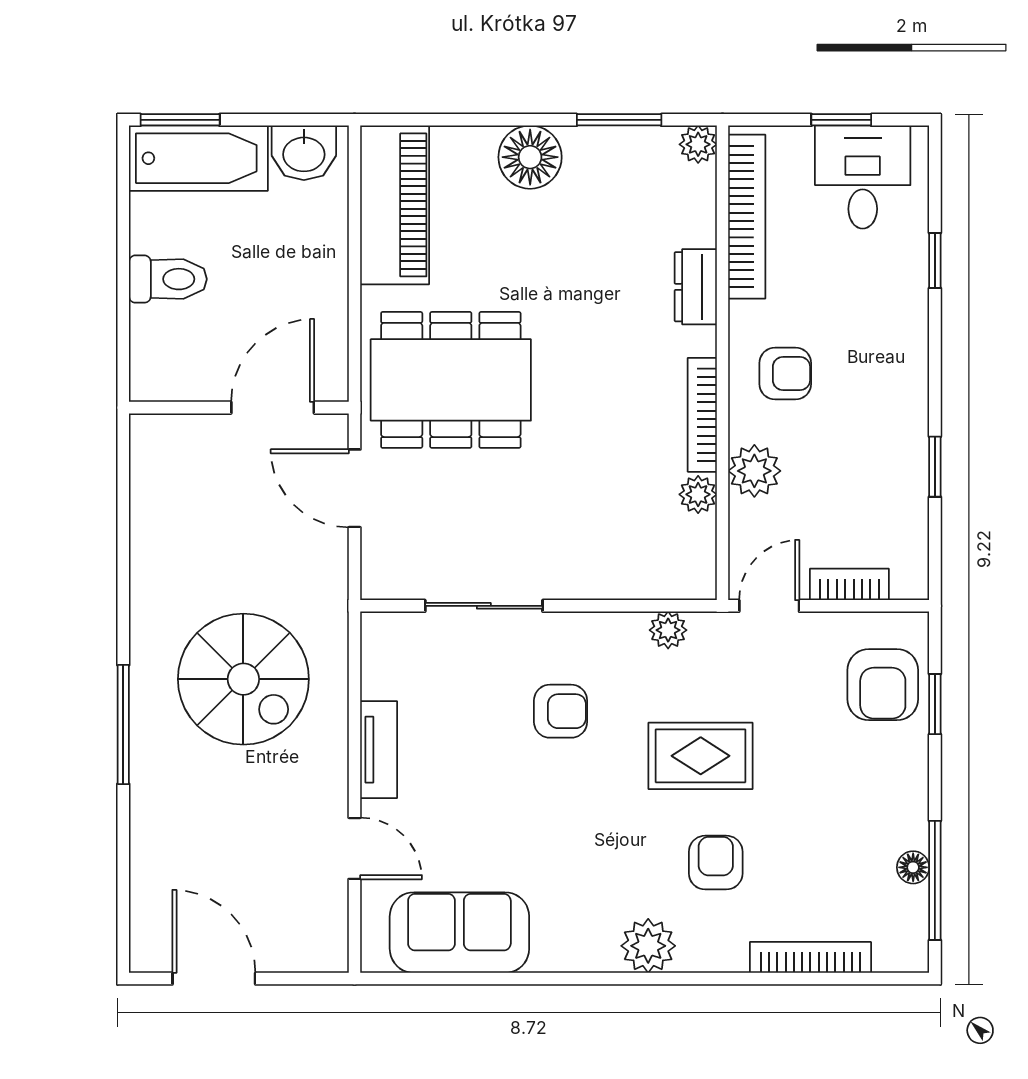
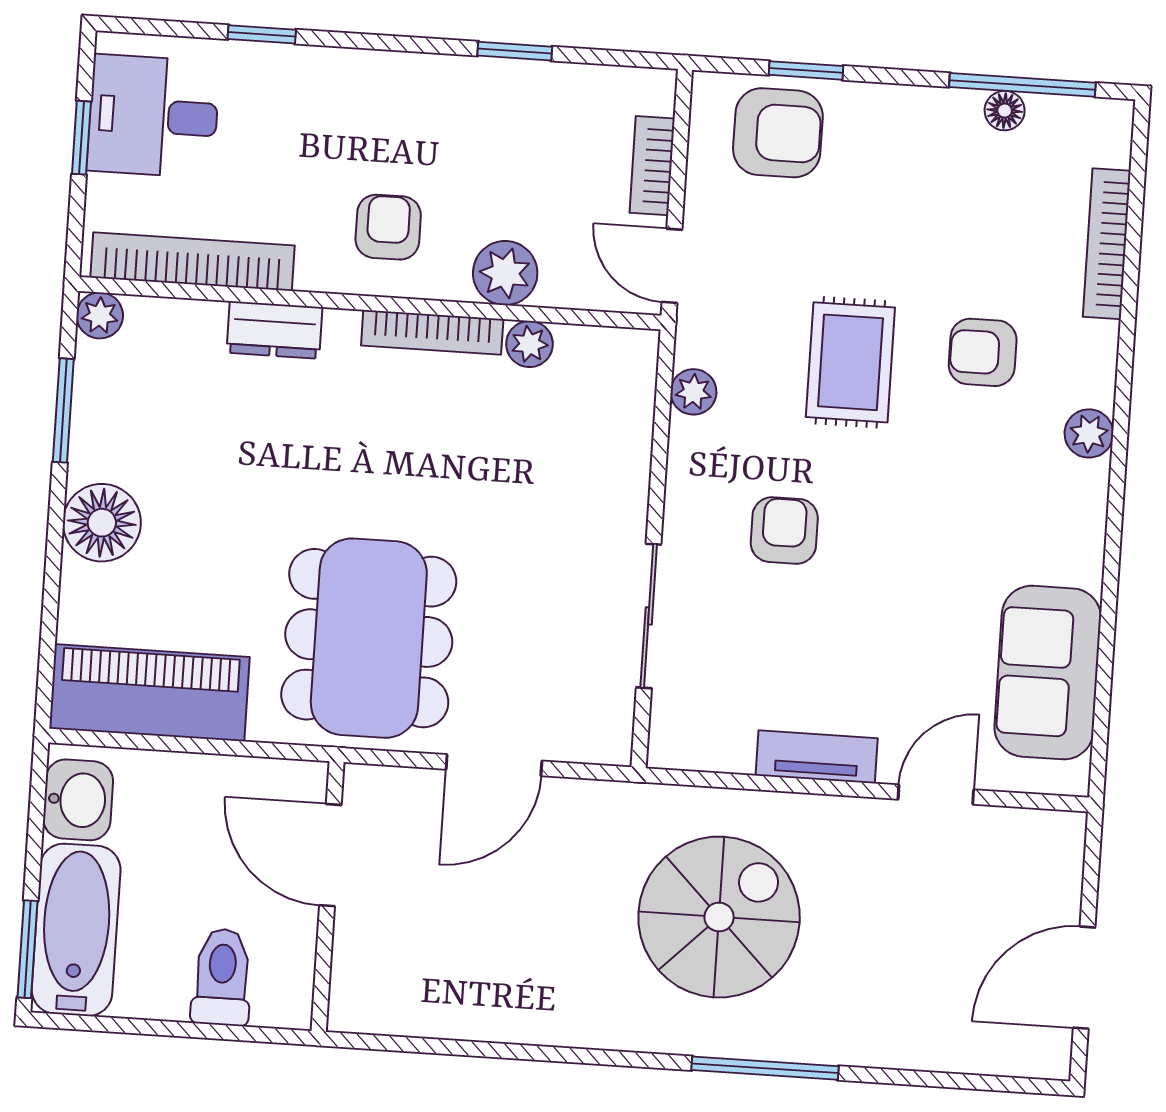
wall: (239, 408) -> (328, 897), moved
door: (273, 408) -> (330, 855), moved
plant: (648, 946) -> (1089, 433), width x0.73, depth x0.73

